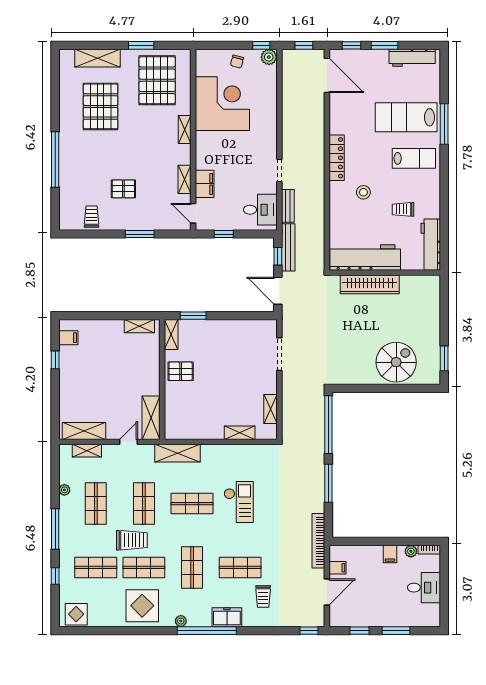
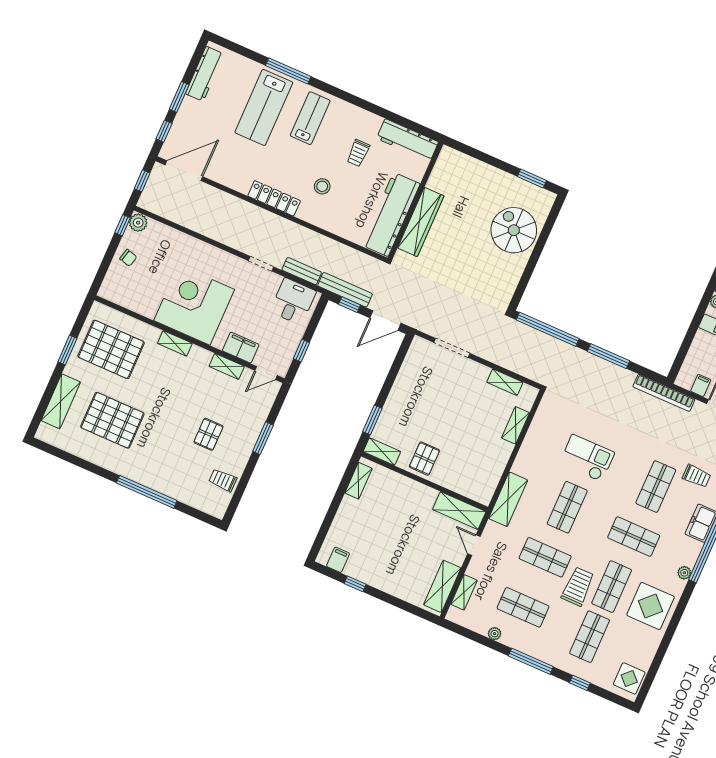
corner desk: (222, 104) -> (194, 305), moved

